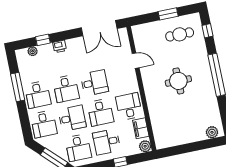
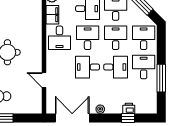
printer: (60, 46) -> (129, 108), moved
plant: (33, 51) -> (100, 109), moved
desk: (66, 89) -> (116, 67), turned 90
desk: (72, 118) -> (116, 38), turned 90

